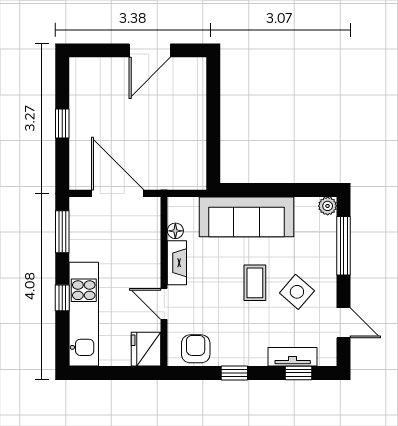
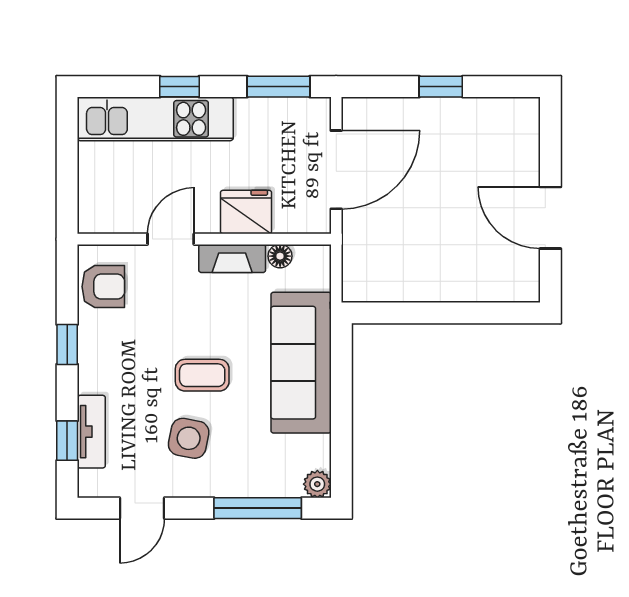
side table: (297, 292) -> (189, 438), turned -30
fridge: (146, 349) -> (246, 212), moved

